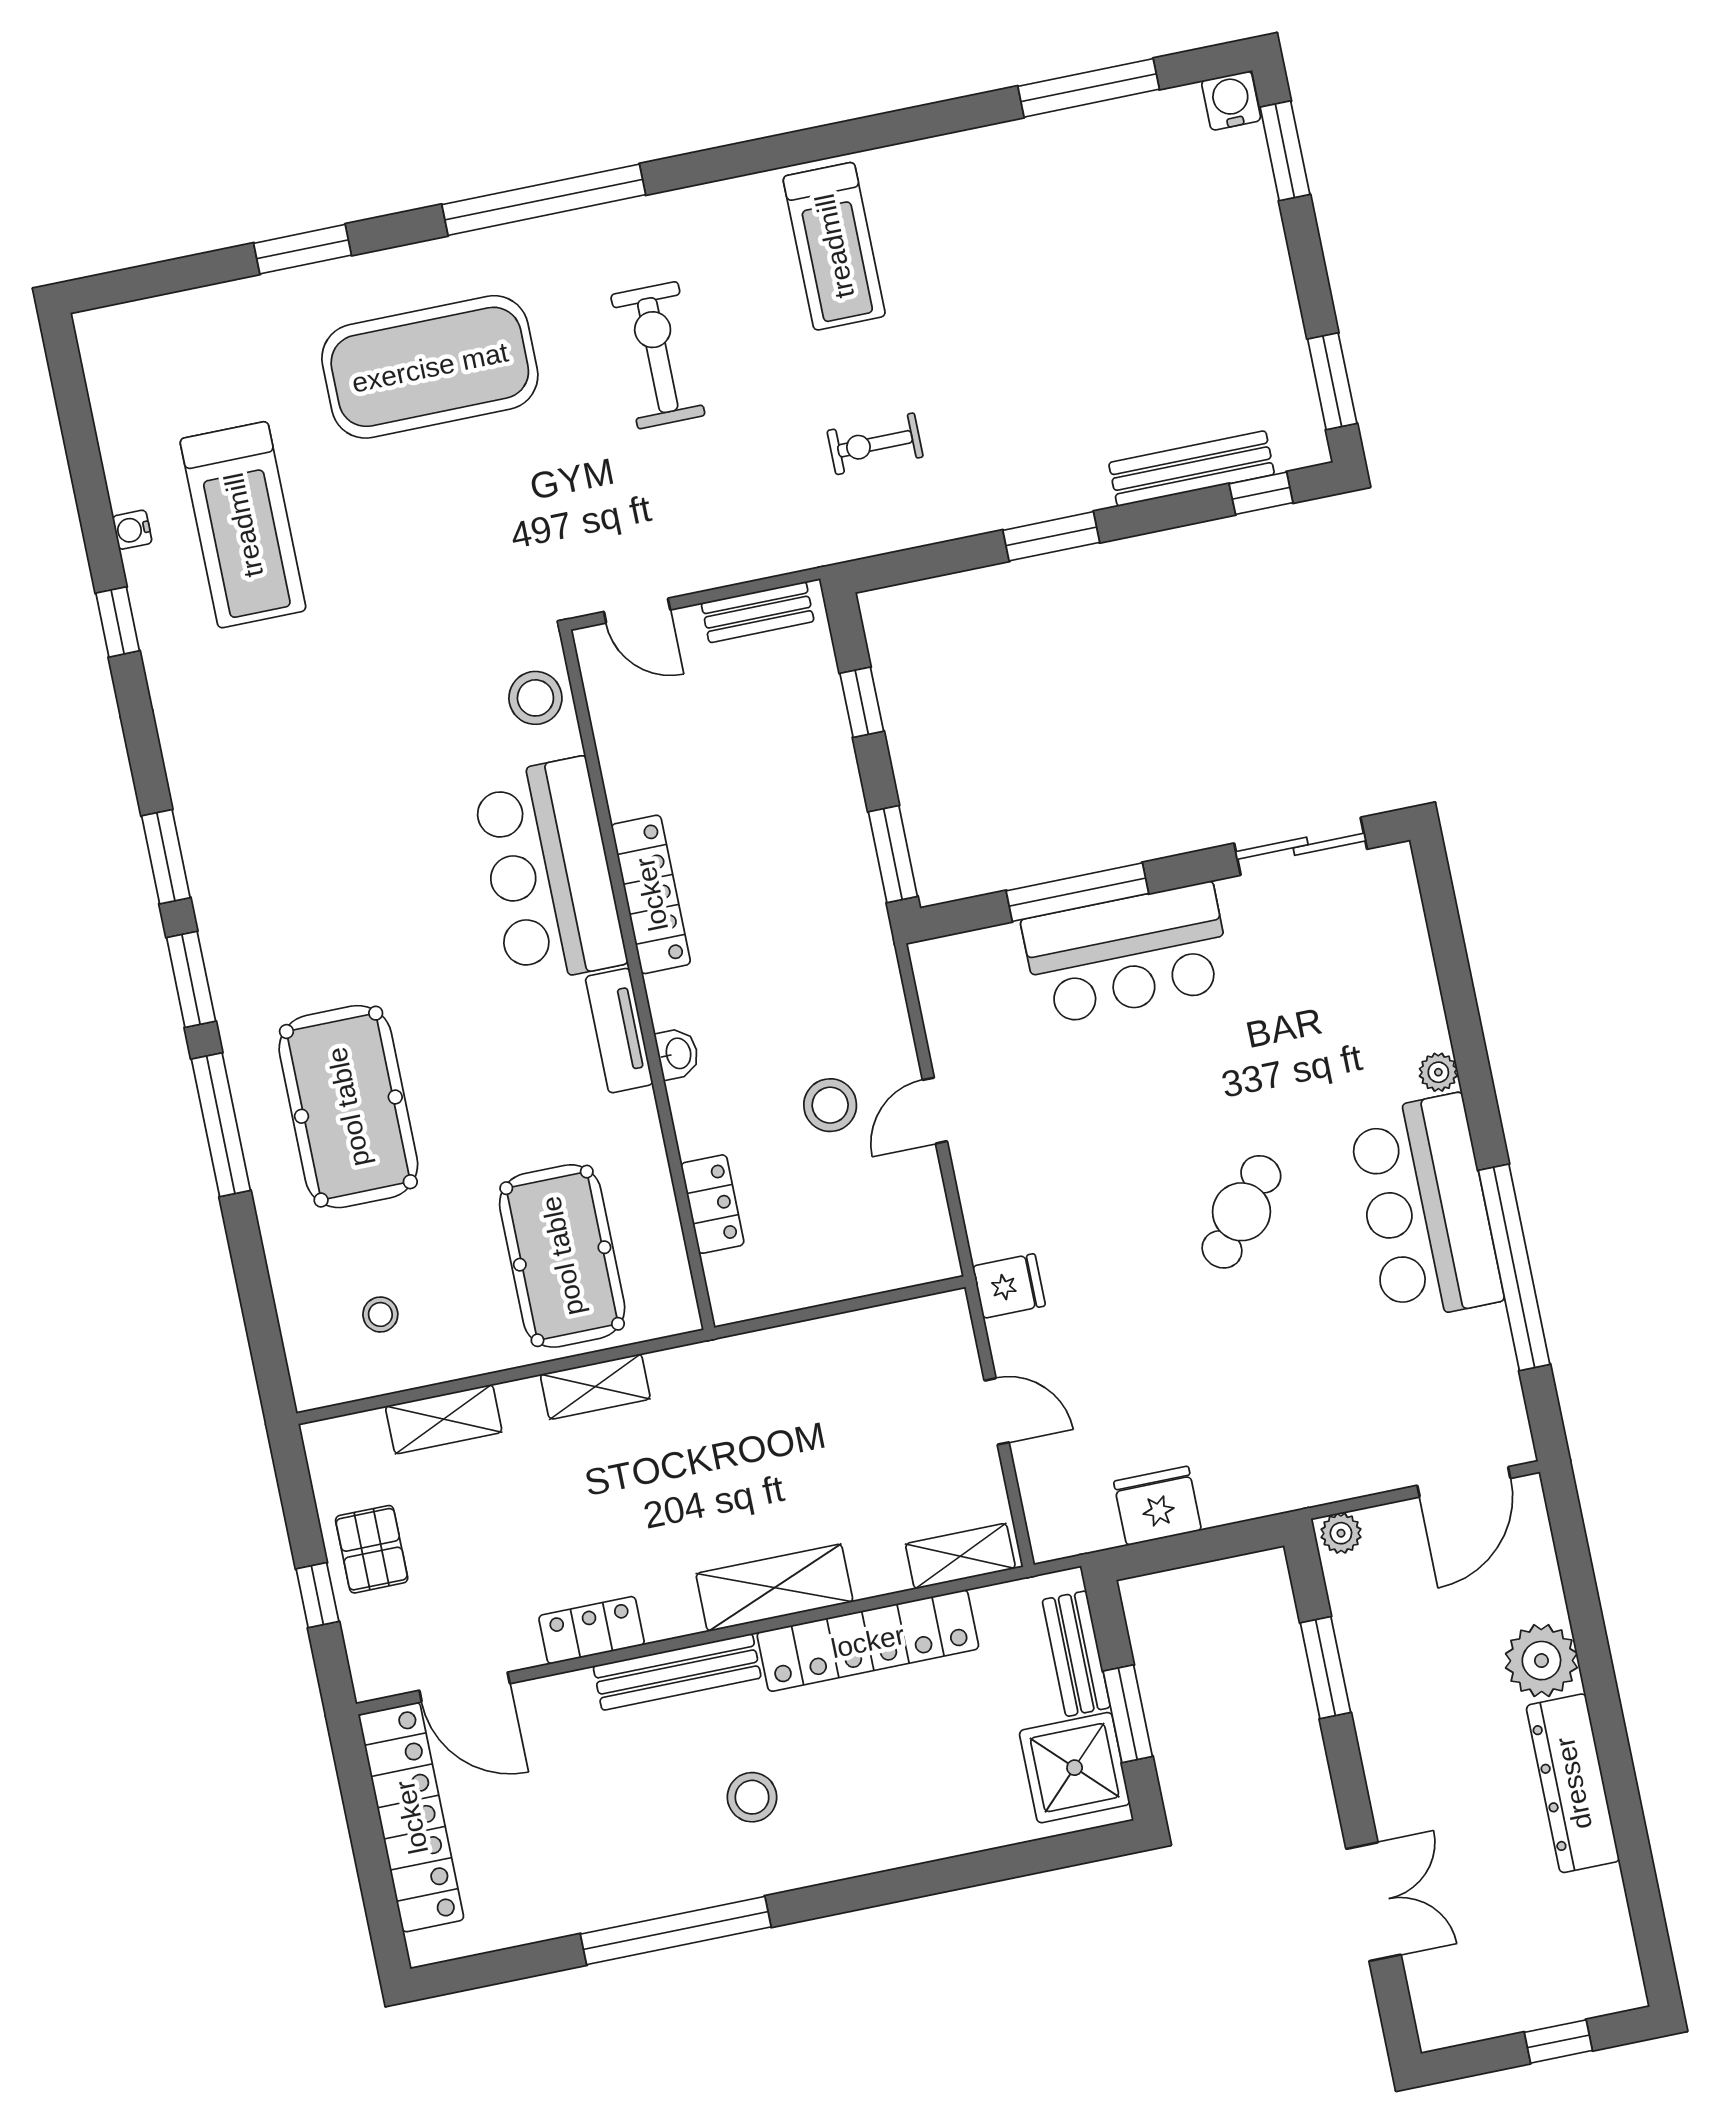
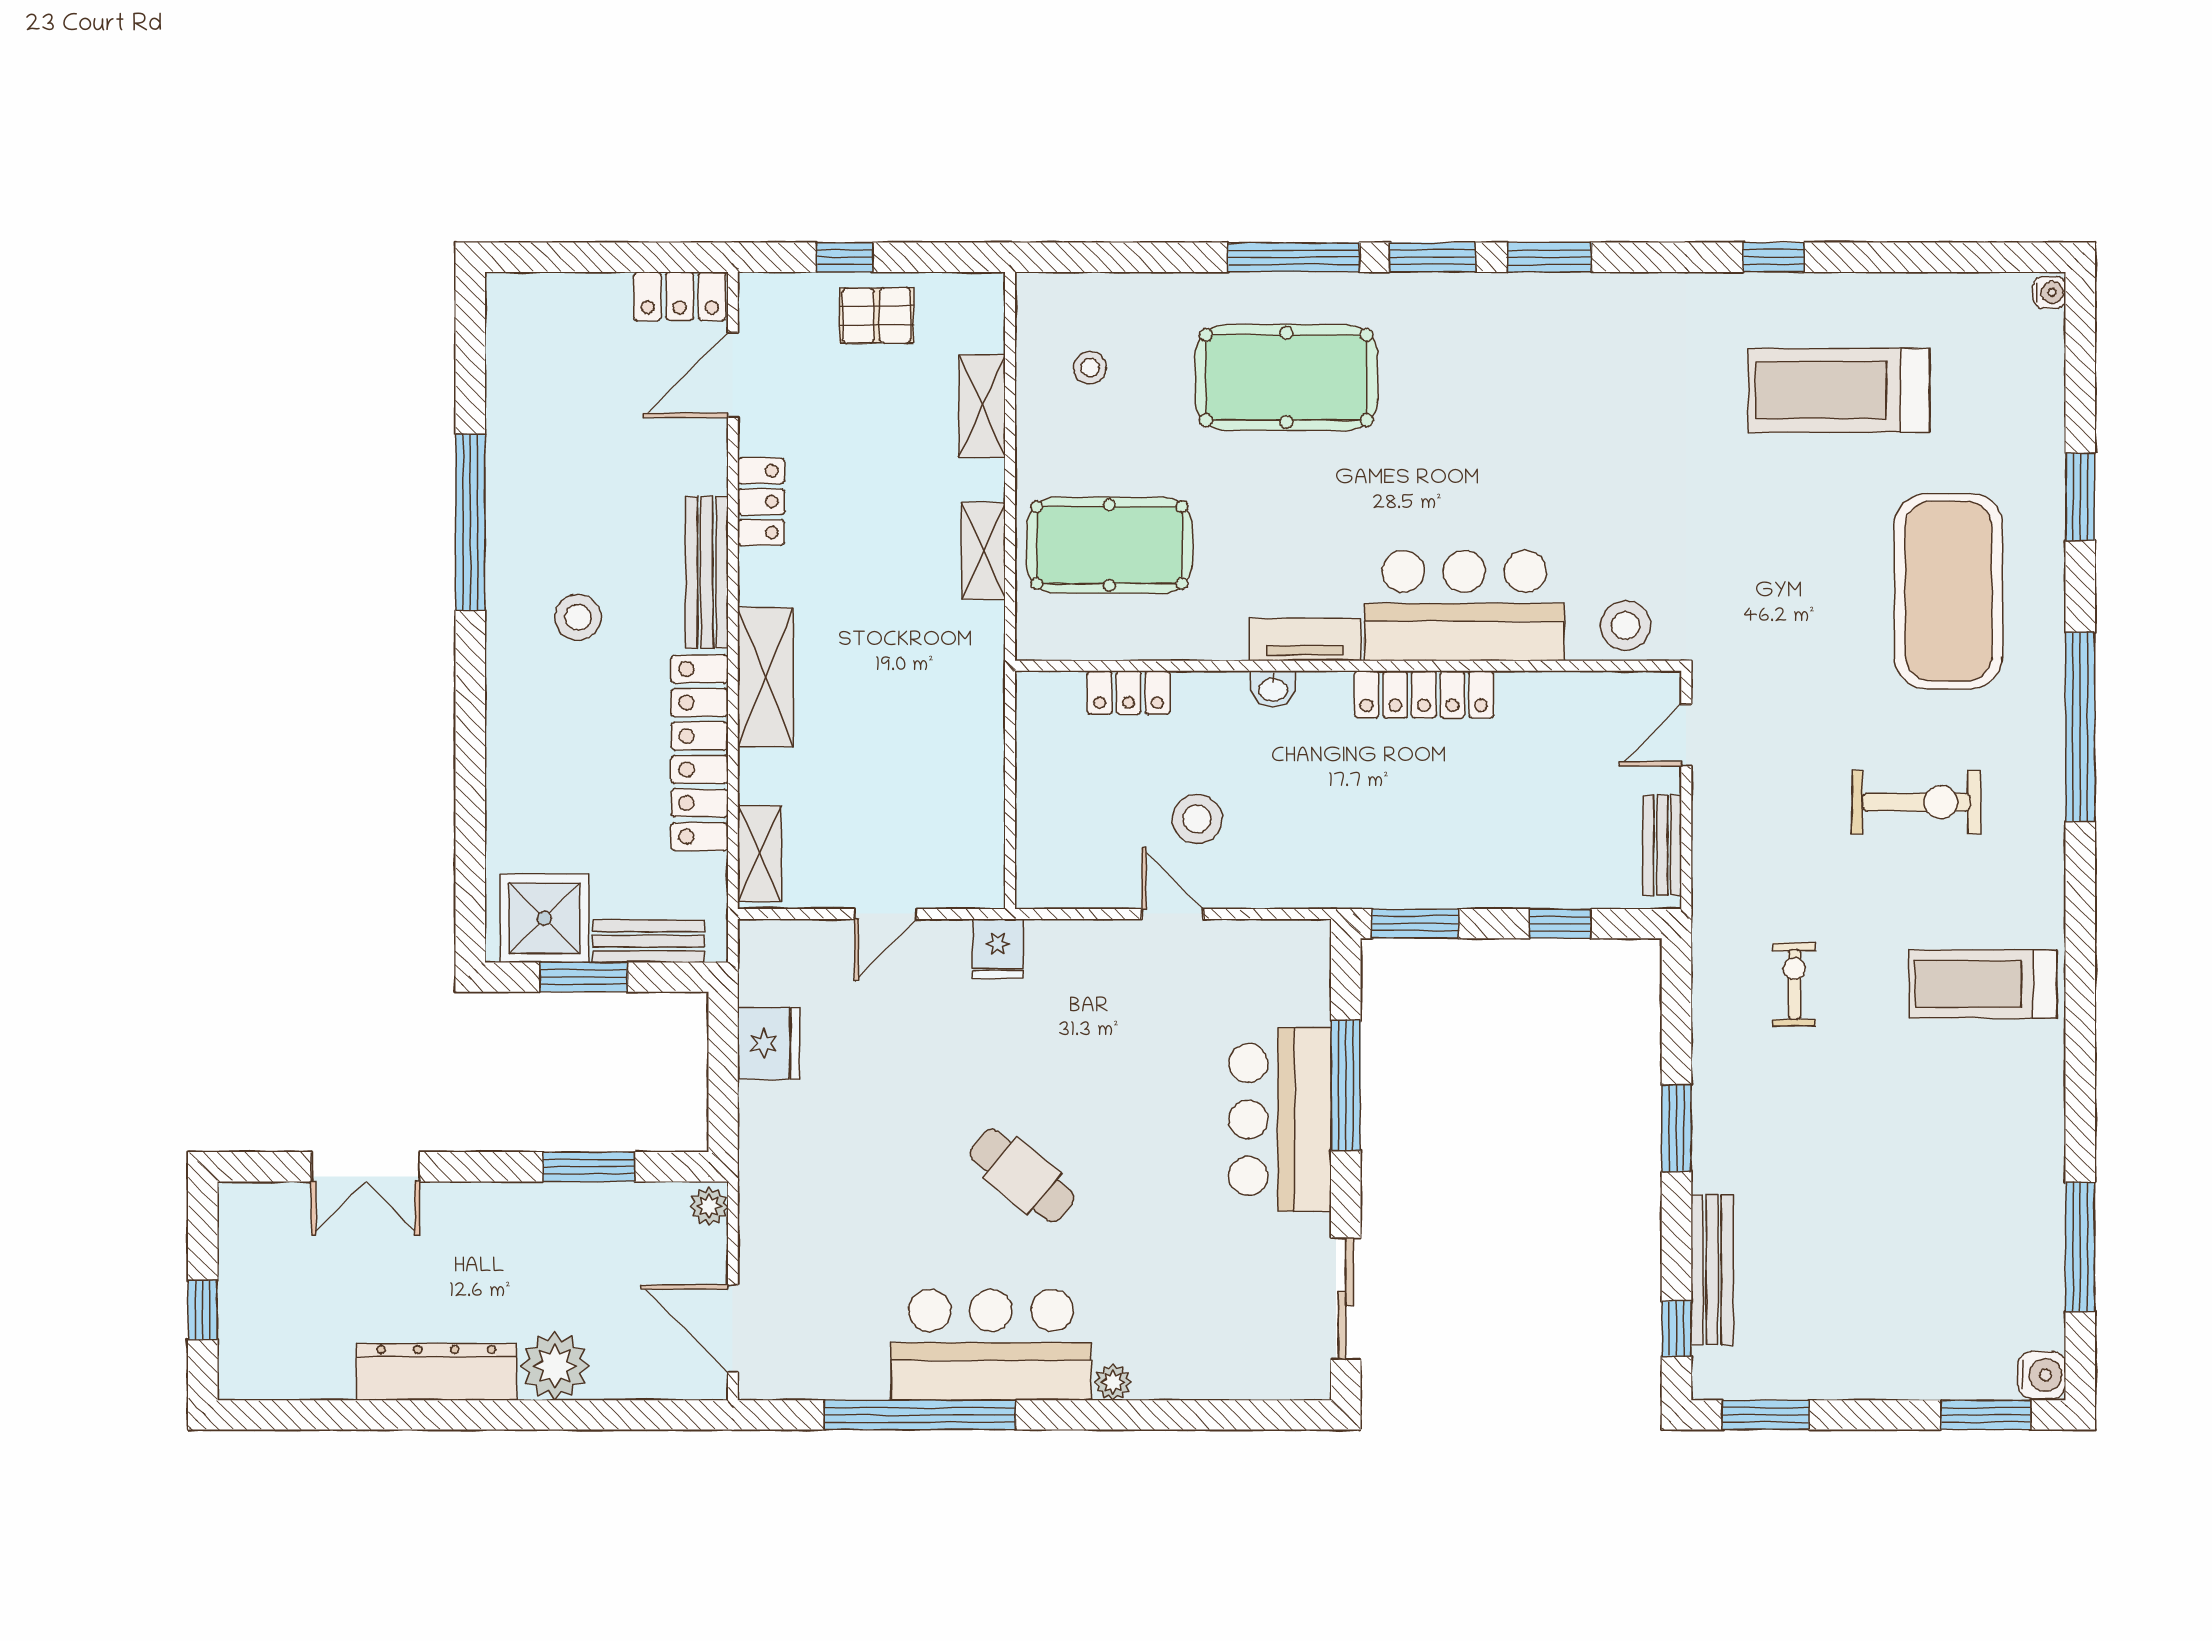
water cooler: (132, 530) -> (2050, 292), moved, turned 90
locker: (411, 1817) -> (680, 296), width x0.46, depth x0.83

